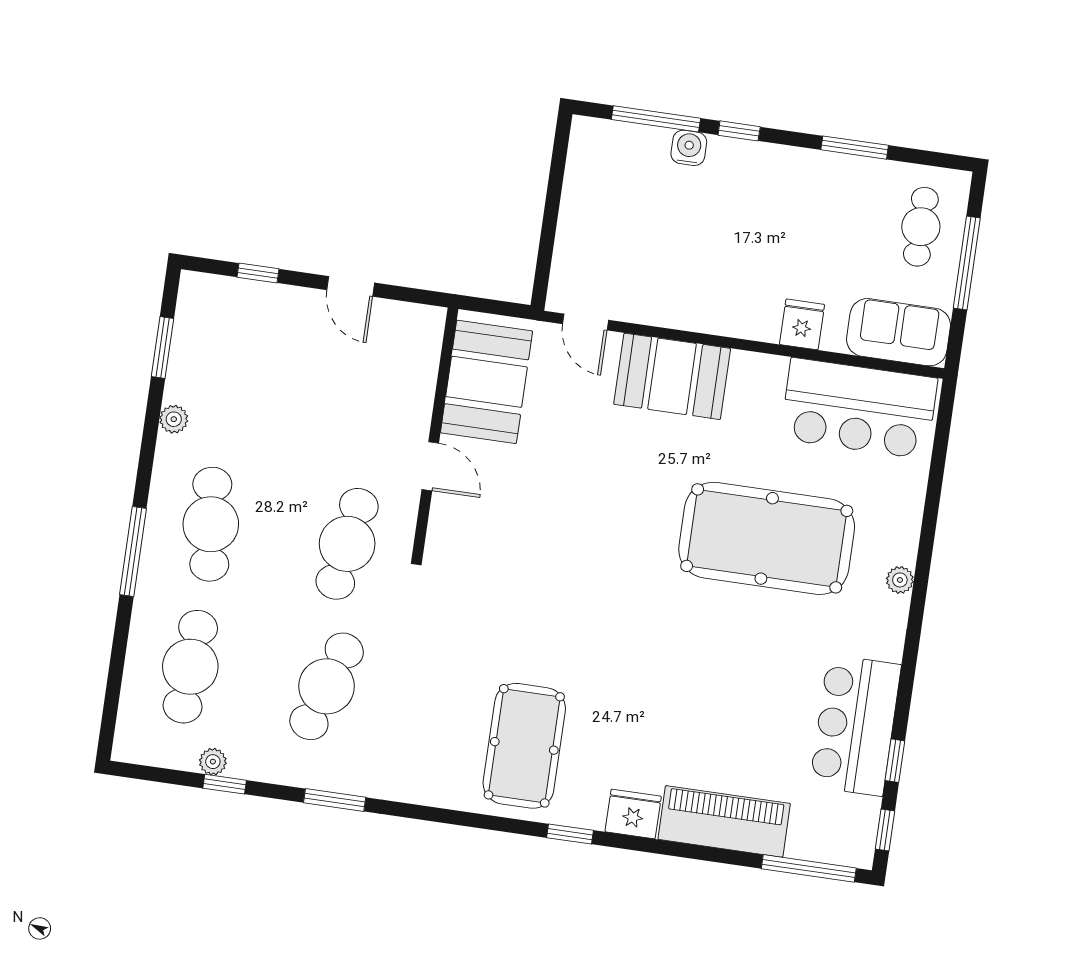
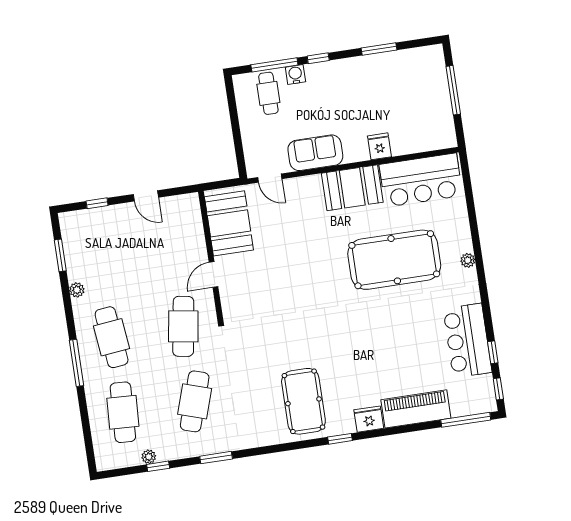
cafe table: (921, 227) -> (268, 93), moved
sofa: (898, 332) -> (315, 153), moved
booth: (672, 376) -> (352, 188), moved
door: (430, 466) -> (213, 275), swing flipped

